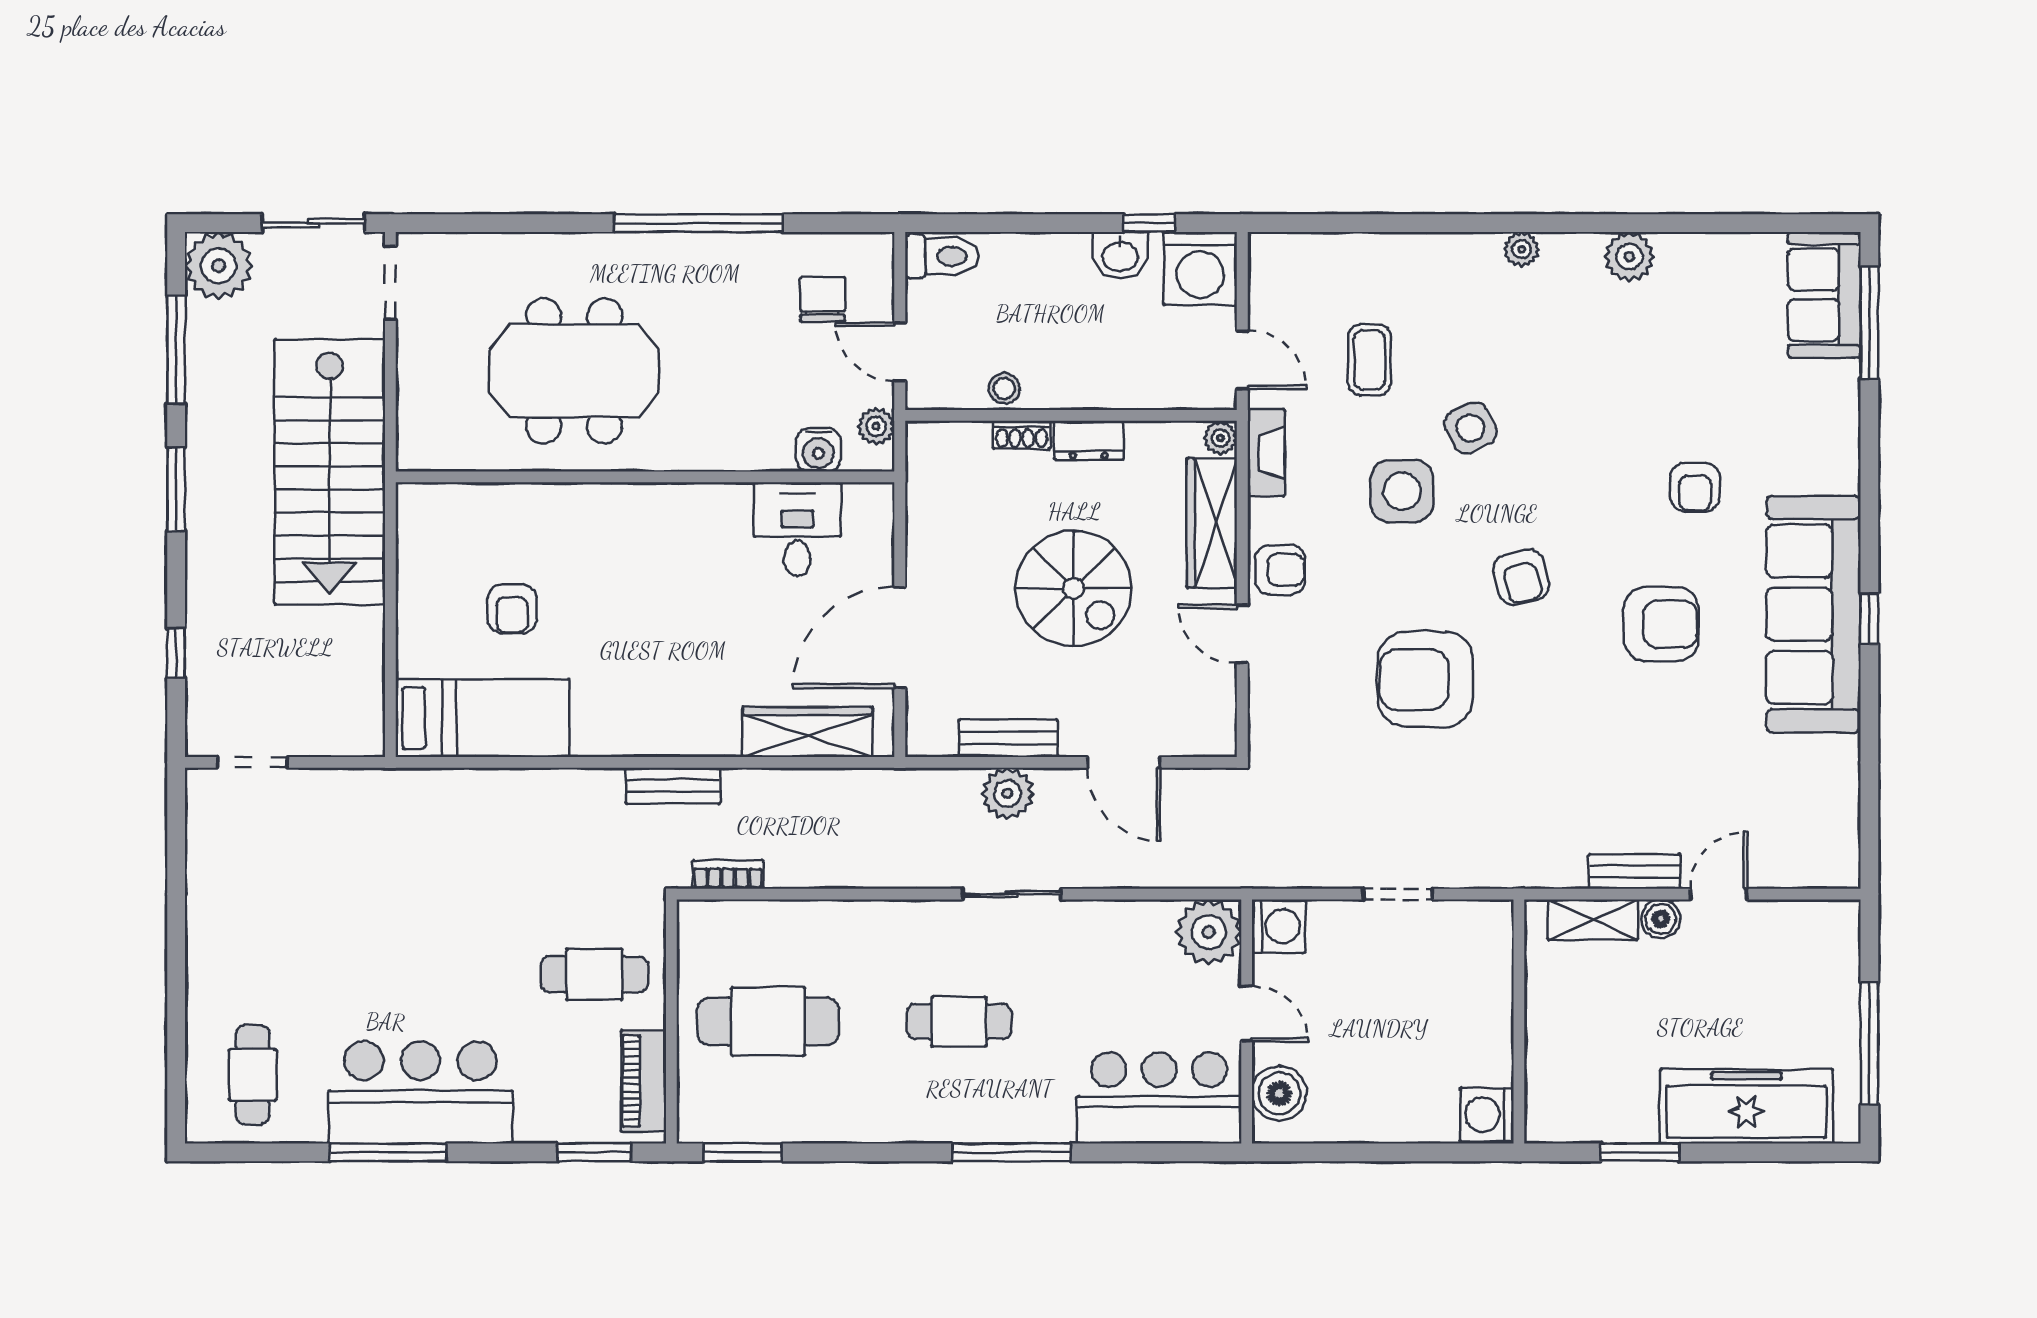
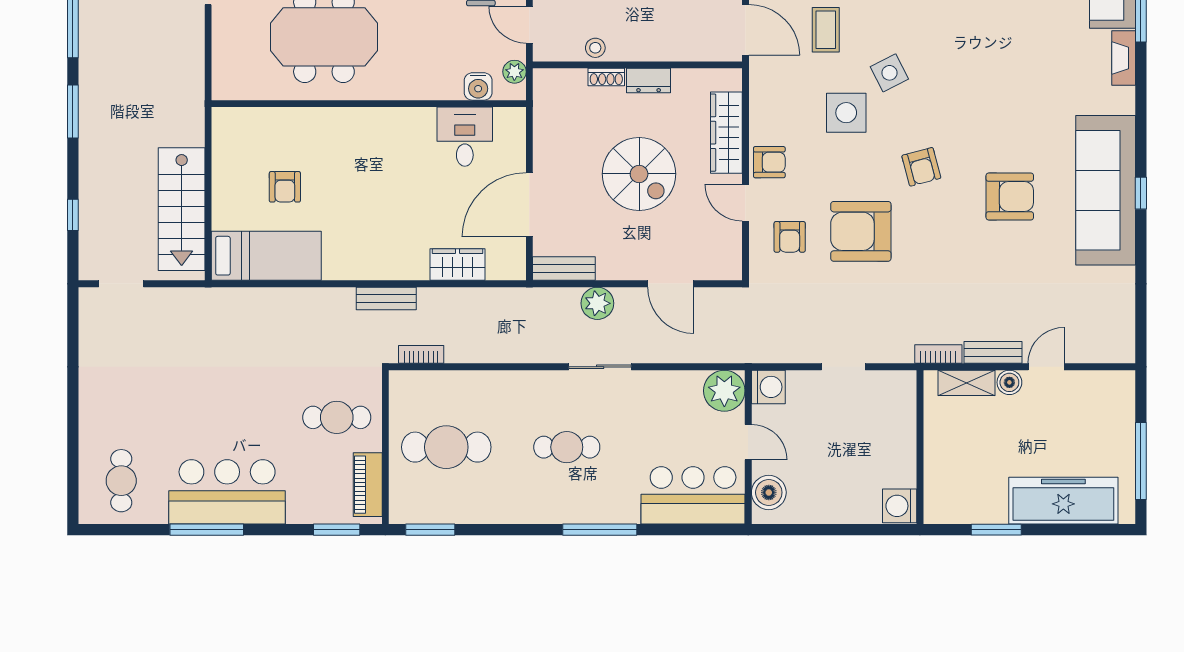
door: (1242, 360) -> (745, 30), width x1.38
plant: (1221, 438) -> (732, 79), removed
fireplace: (1266, 453) -> (1124, 58), moved, turned 180
stairs: (330, 472) -> (182, 209), moved, width x0.73, depth x0.66
armchair: (1695, 487) -> (790, 237), moved
wardrobe: (807, 732) -> (458, 265), width x0.67
bench: (1008, 738) -> (564, 268), moved
bookcase: (1548, 874) -> (938, 354), added

